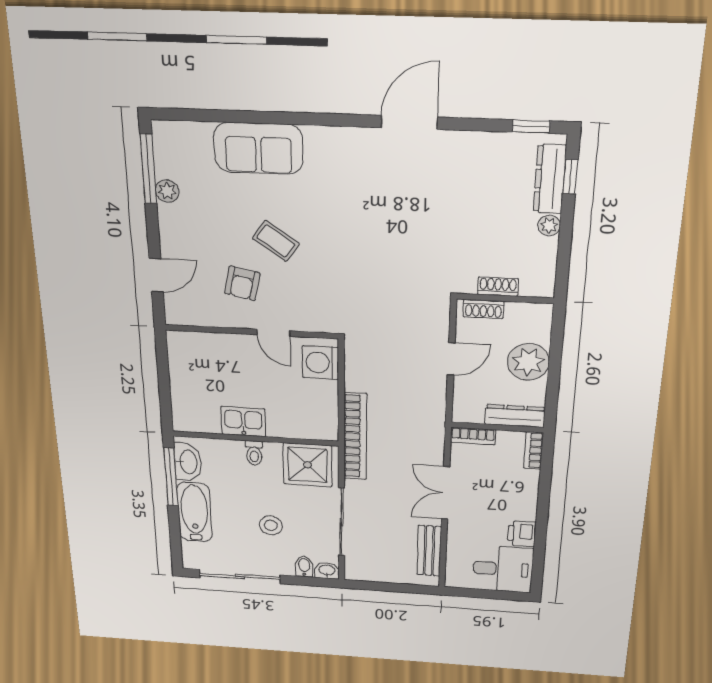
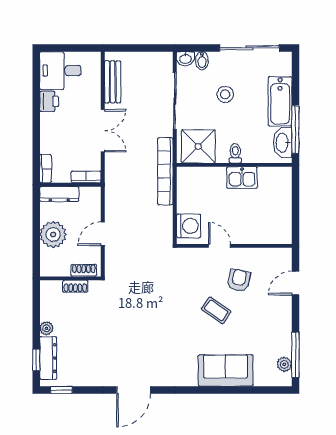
plant: (167, 191) -> (284, 364), moved

